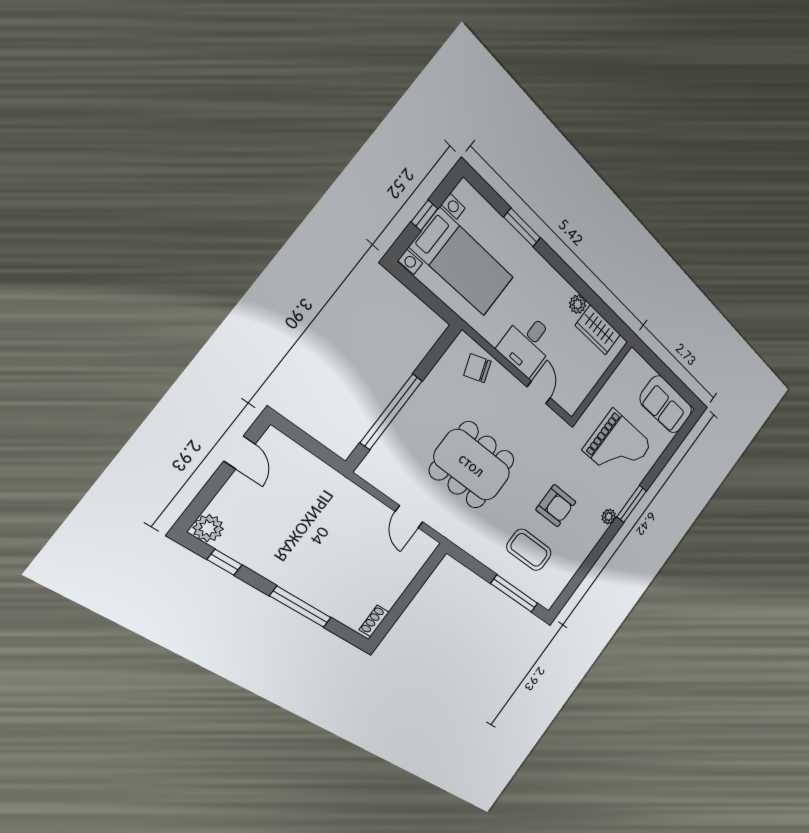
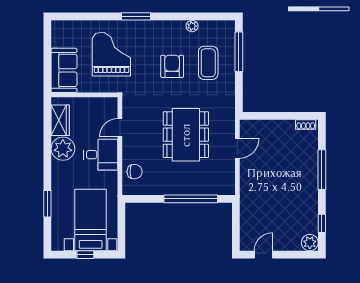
plant: (578, 304) -> (63, 149), width x1.88, depth x1.88
chair: (477, 368) -> (135, 172), turned -70
sofa: (666, 405) -> (64, 70), moved
plant: (609, 517) -> (192, 26), moved

